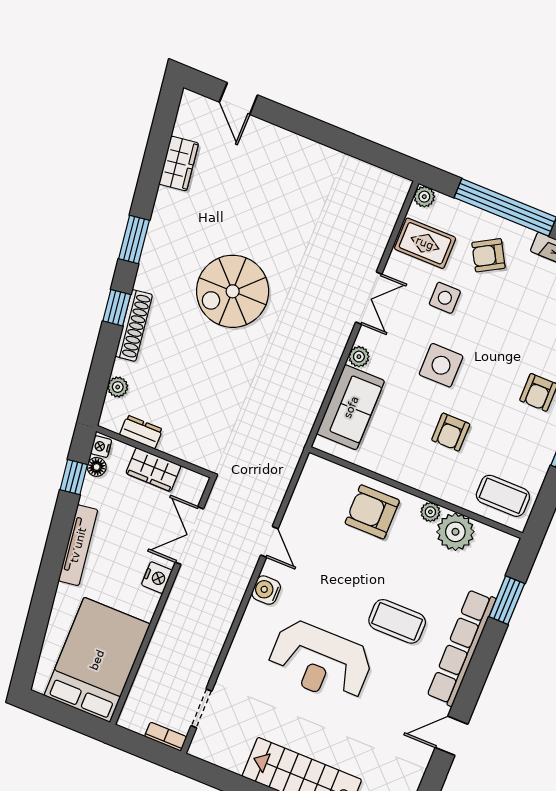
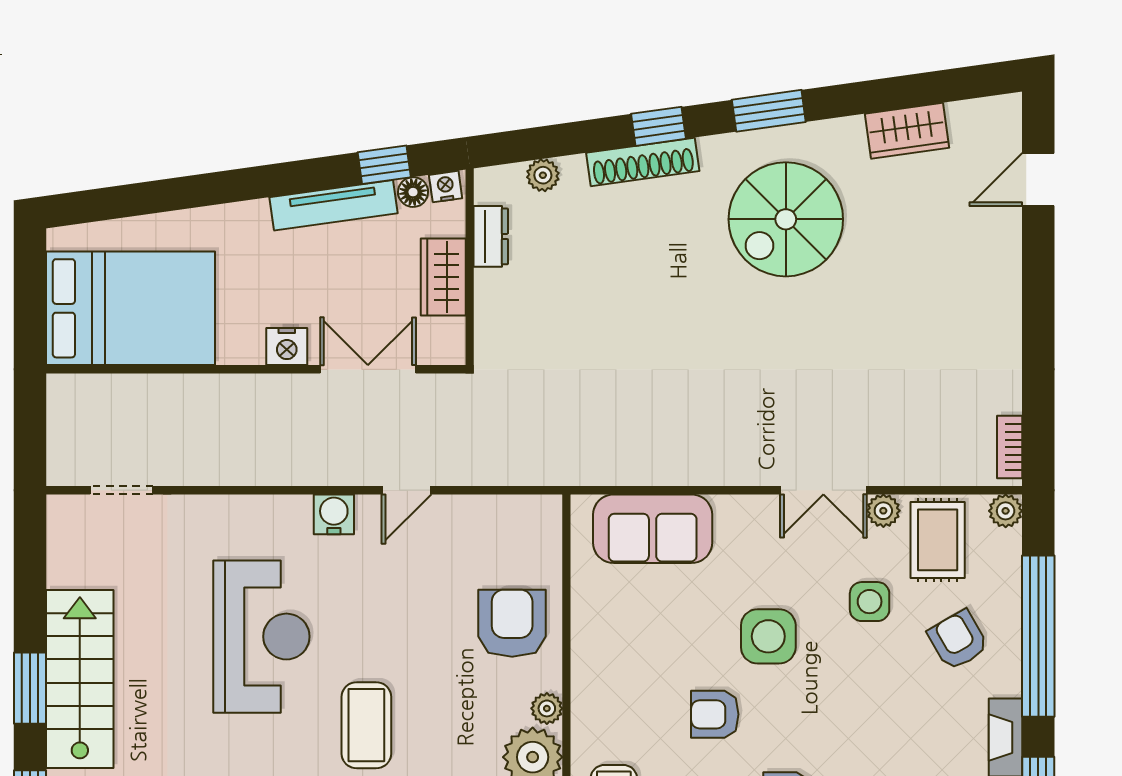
spiral stairs: (233, 291) -> (786, 219), moved, turned -90
plant: (359, 357) -> (883, 511), moved
armchair: (451, 432) -> (715, 714), moved
tv unit: (78, 545) -> (334, 205), moved
reception desk: (320, 662) -> (261, 637), turned 180
bookcase: (166, 737) -> (1010, 447), moved, turned 180

